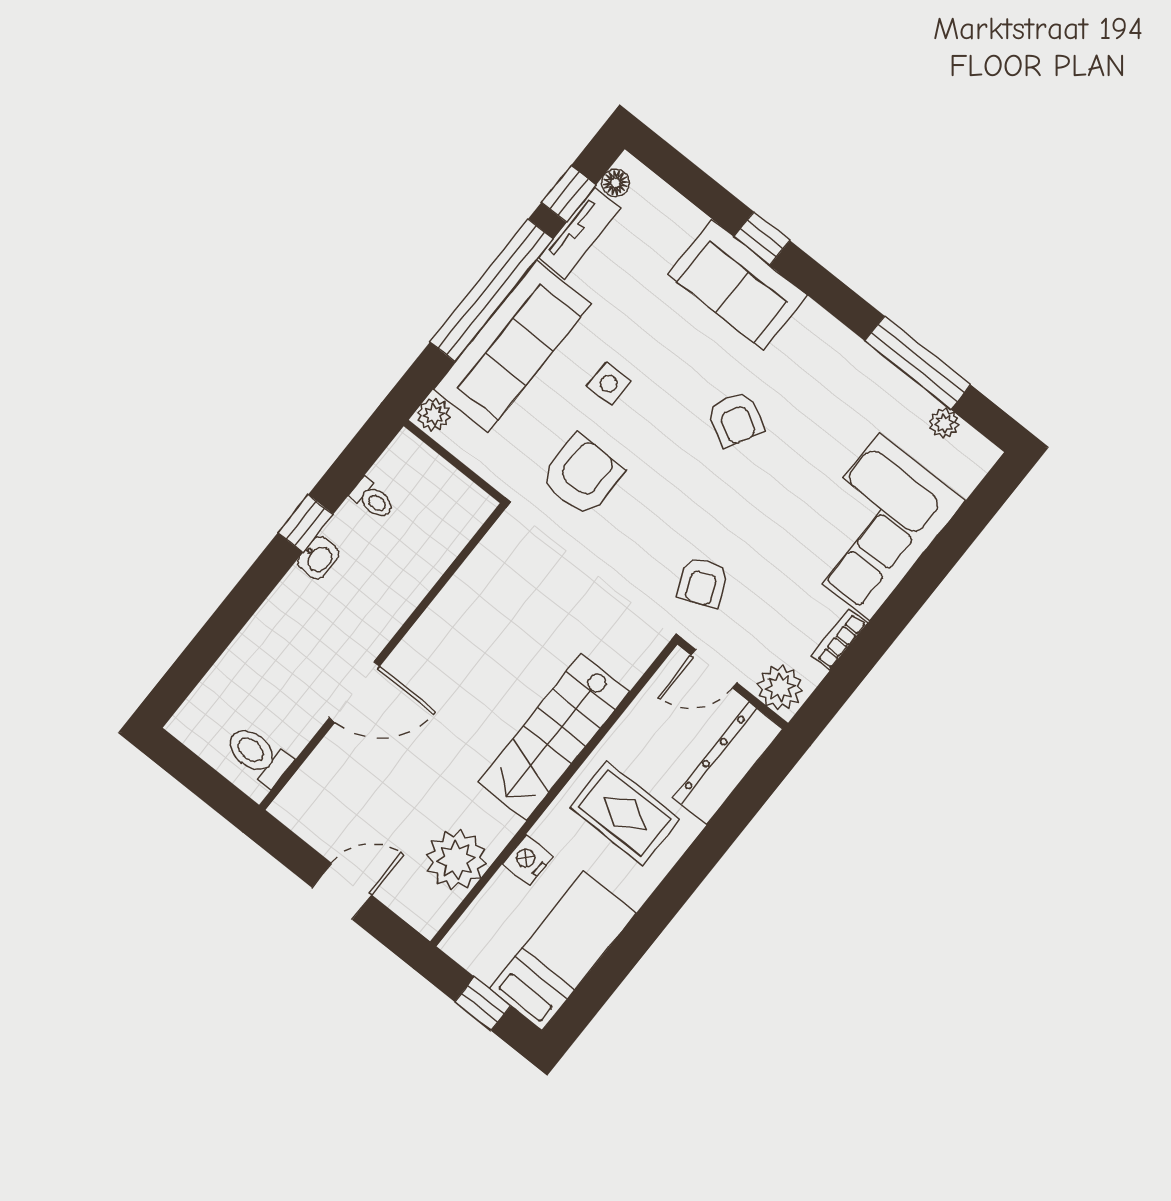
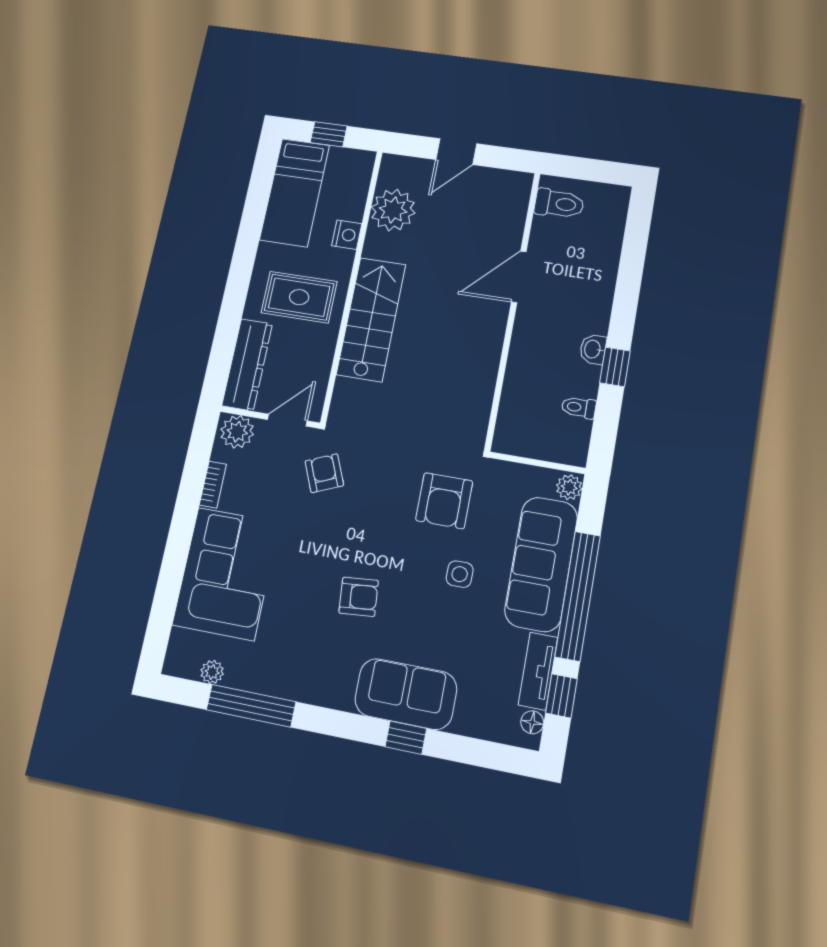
armchair: (735, 419) -> (359, 597), turned 147

